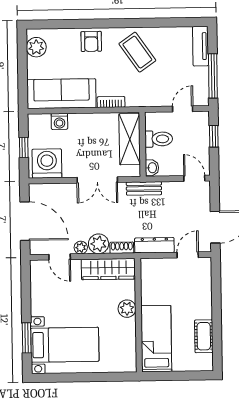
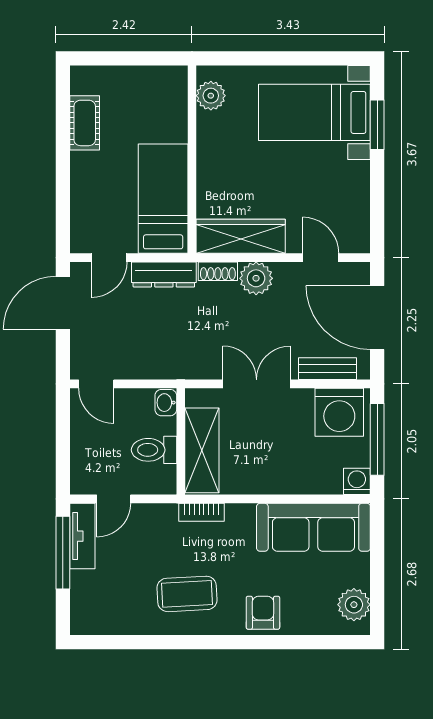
tv unit: (201, 46) -> (82, 536), moved
coffee table: (137, 52) -> (187, 594), turned -58
bookcase: (111, 102) -> (201, 512), moved
washing machine: (59, 121) -> (357, 481), moved
window: (214, 136) -> (63, 453), removed
window: (24, 147) -> (377, 439), width x2.17
bench: (144, 188) -> (327, 369), moved
plant: (81, 248) -> (286, 273), removed
plant: (127, 309) -> (211, 96), moved
bed: (156, 339) -> (163, 199), moved, turned 180

